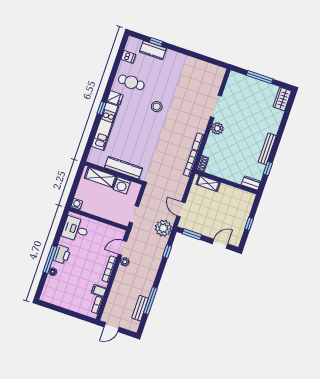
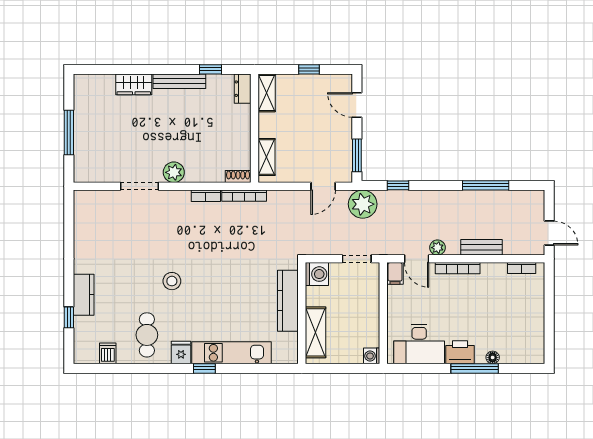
kitchen counter: (153, 50) -> (84, 295), moved
wardrobe: (282, 99) -> (134, 84), moved
washing machine: (122, 185) -> (317, 274), moved
shelving: (244, 196) -> (267, 93), added
desk: (76, 229) -> (419, 344), width x1.37
filing cabinet: (99, 291) -> (395, 273), moved
bench: (140, 308) -> (481, 247), moved

